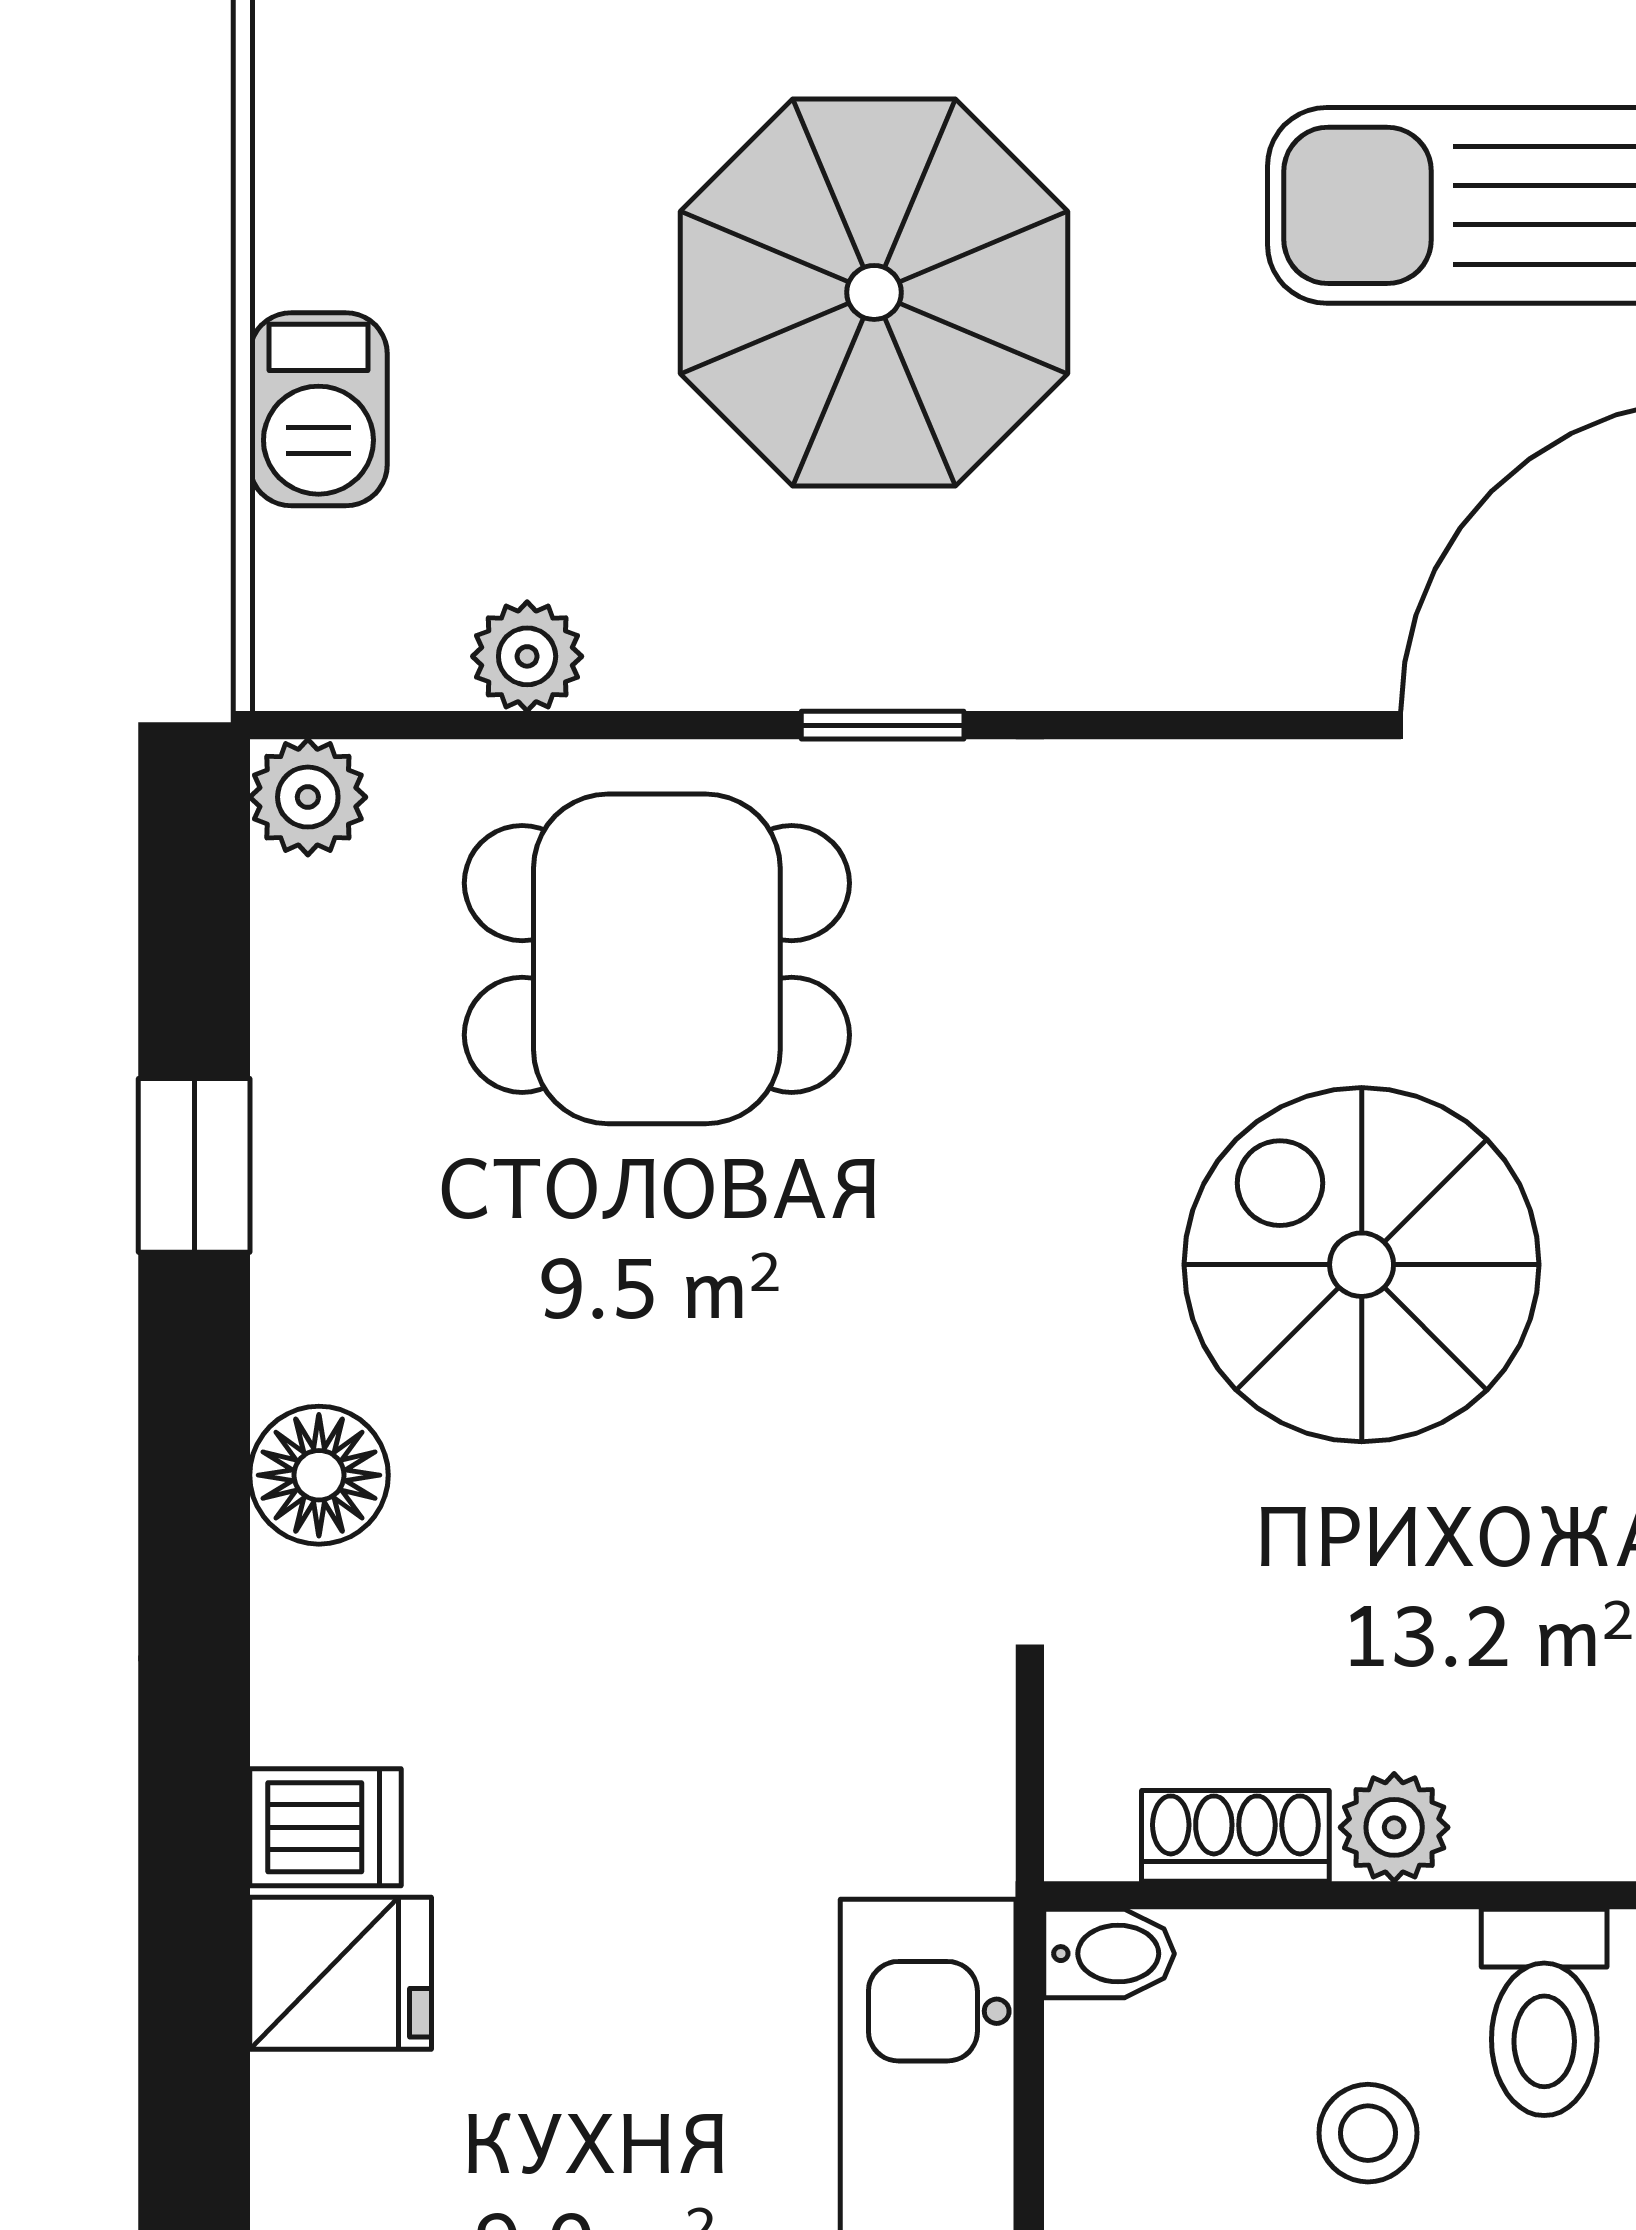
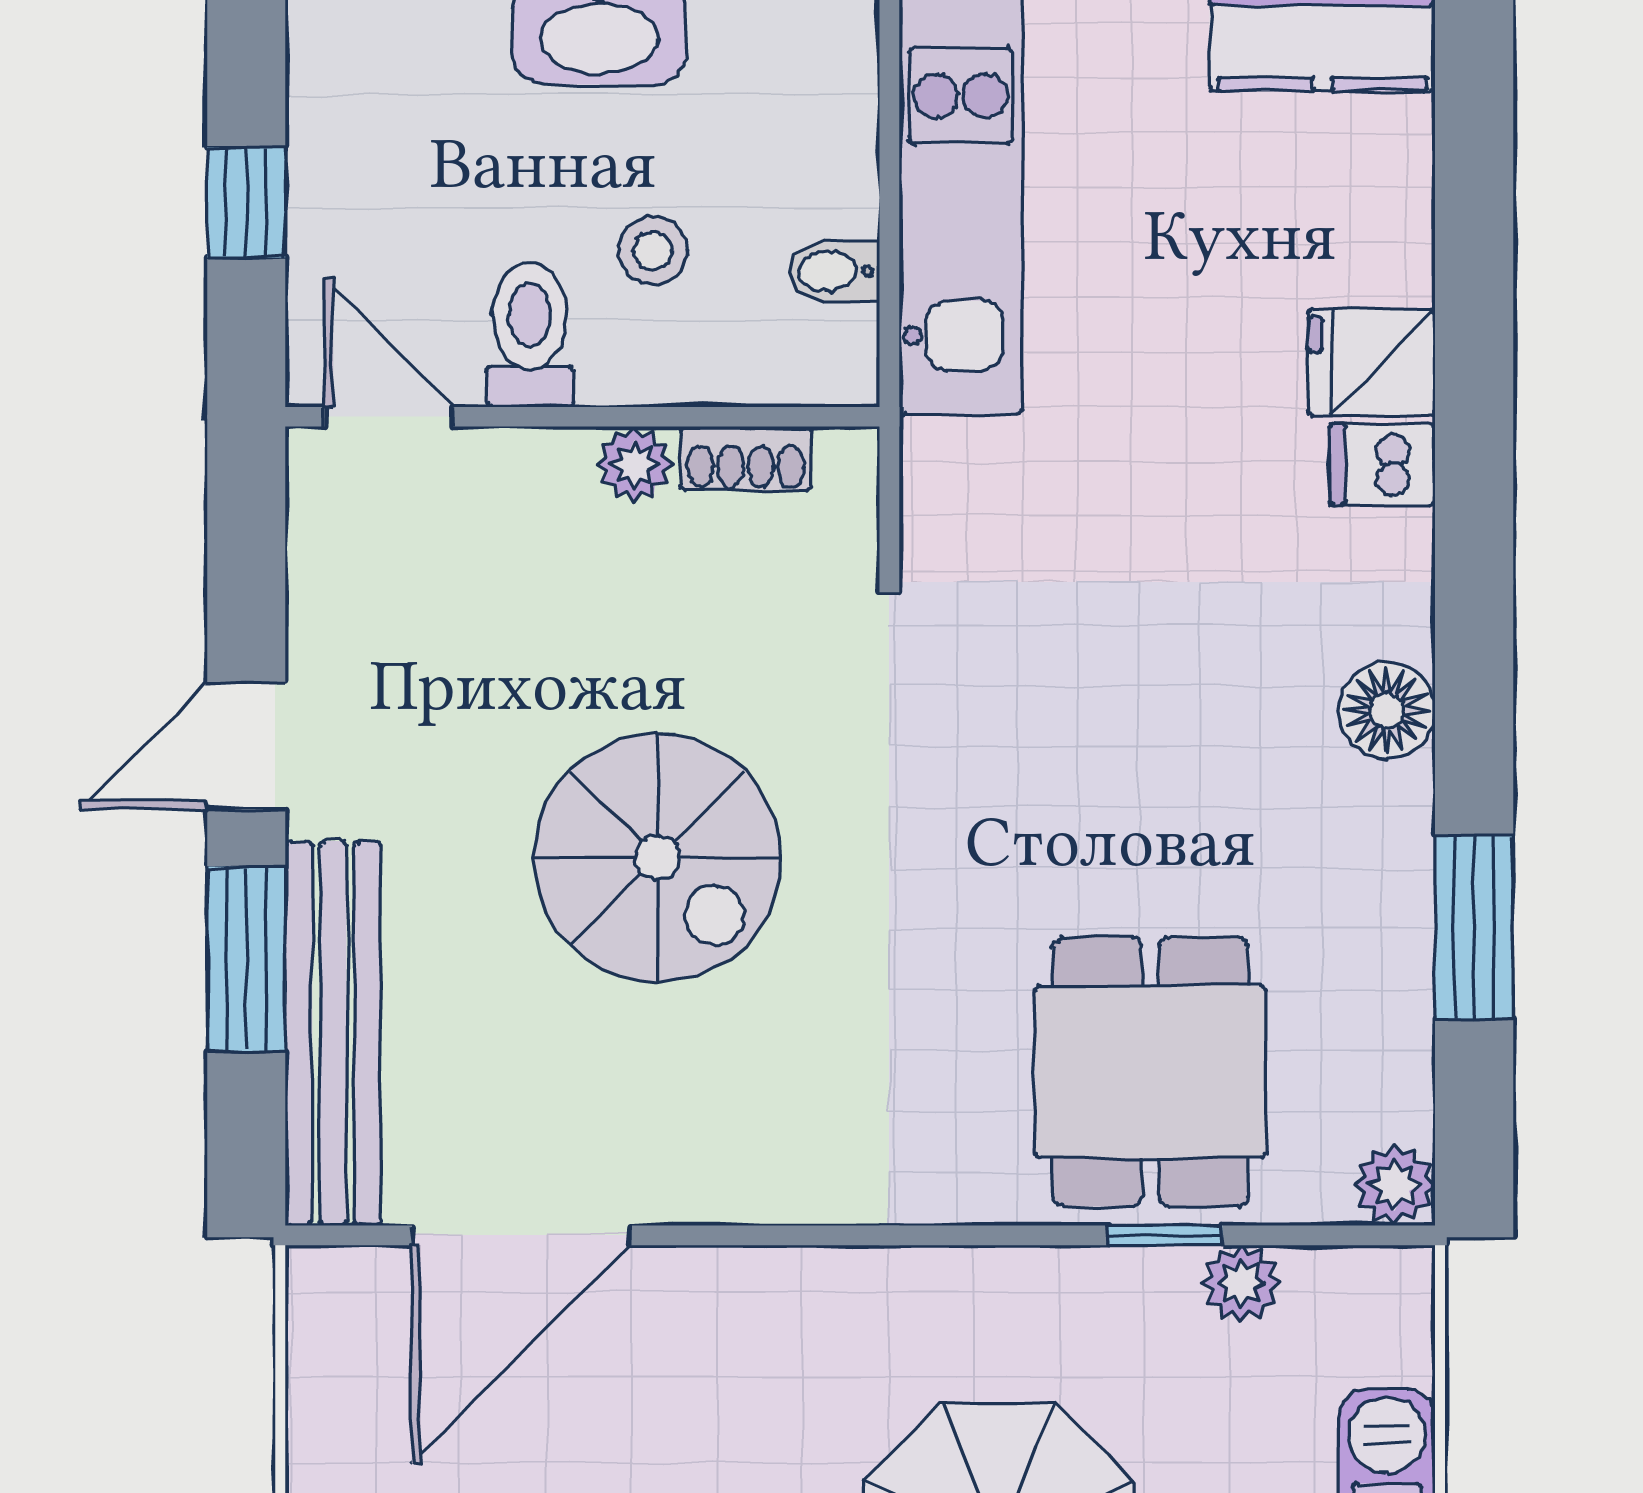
window: (883, 725) -> (1165, 1235), moved
dining table: (657, 959) -> (1150, 1072), turned 90
window: (194, 1165) -> (1474, 927), width x1.50
bidet: (1109, 1954) -> (834, 271), moved

